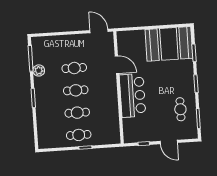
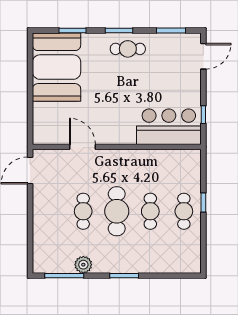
door: (117, 65) -> (82, 147), hinge flipped
cafe table: (76, 90) -> (117, 211), width x1.37, depth x1.35
bar counter: (133, 95) -> (169, 127), moved
cafe table: (180, 109) -> (128, 49), moved
door: (169, 142) -> (203, 56), moved

